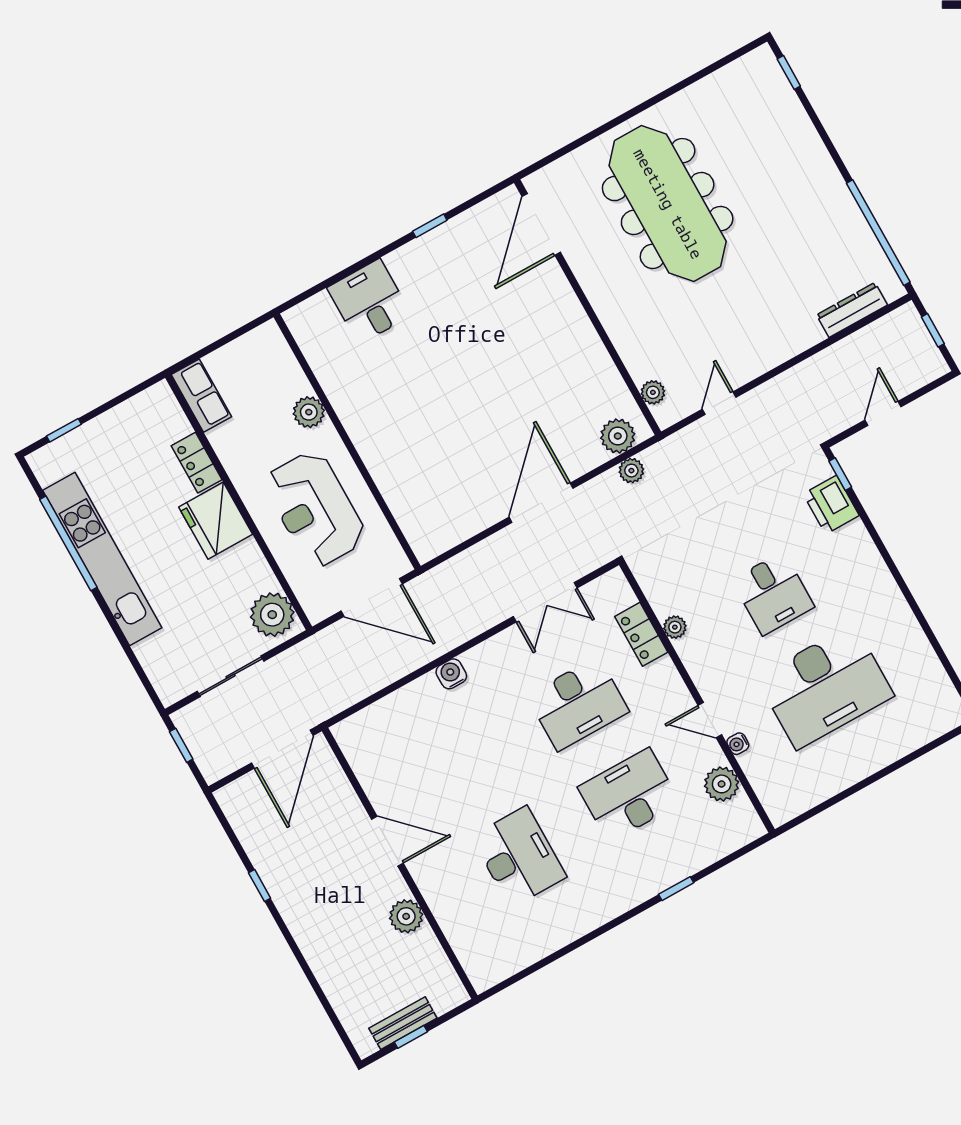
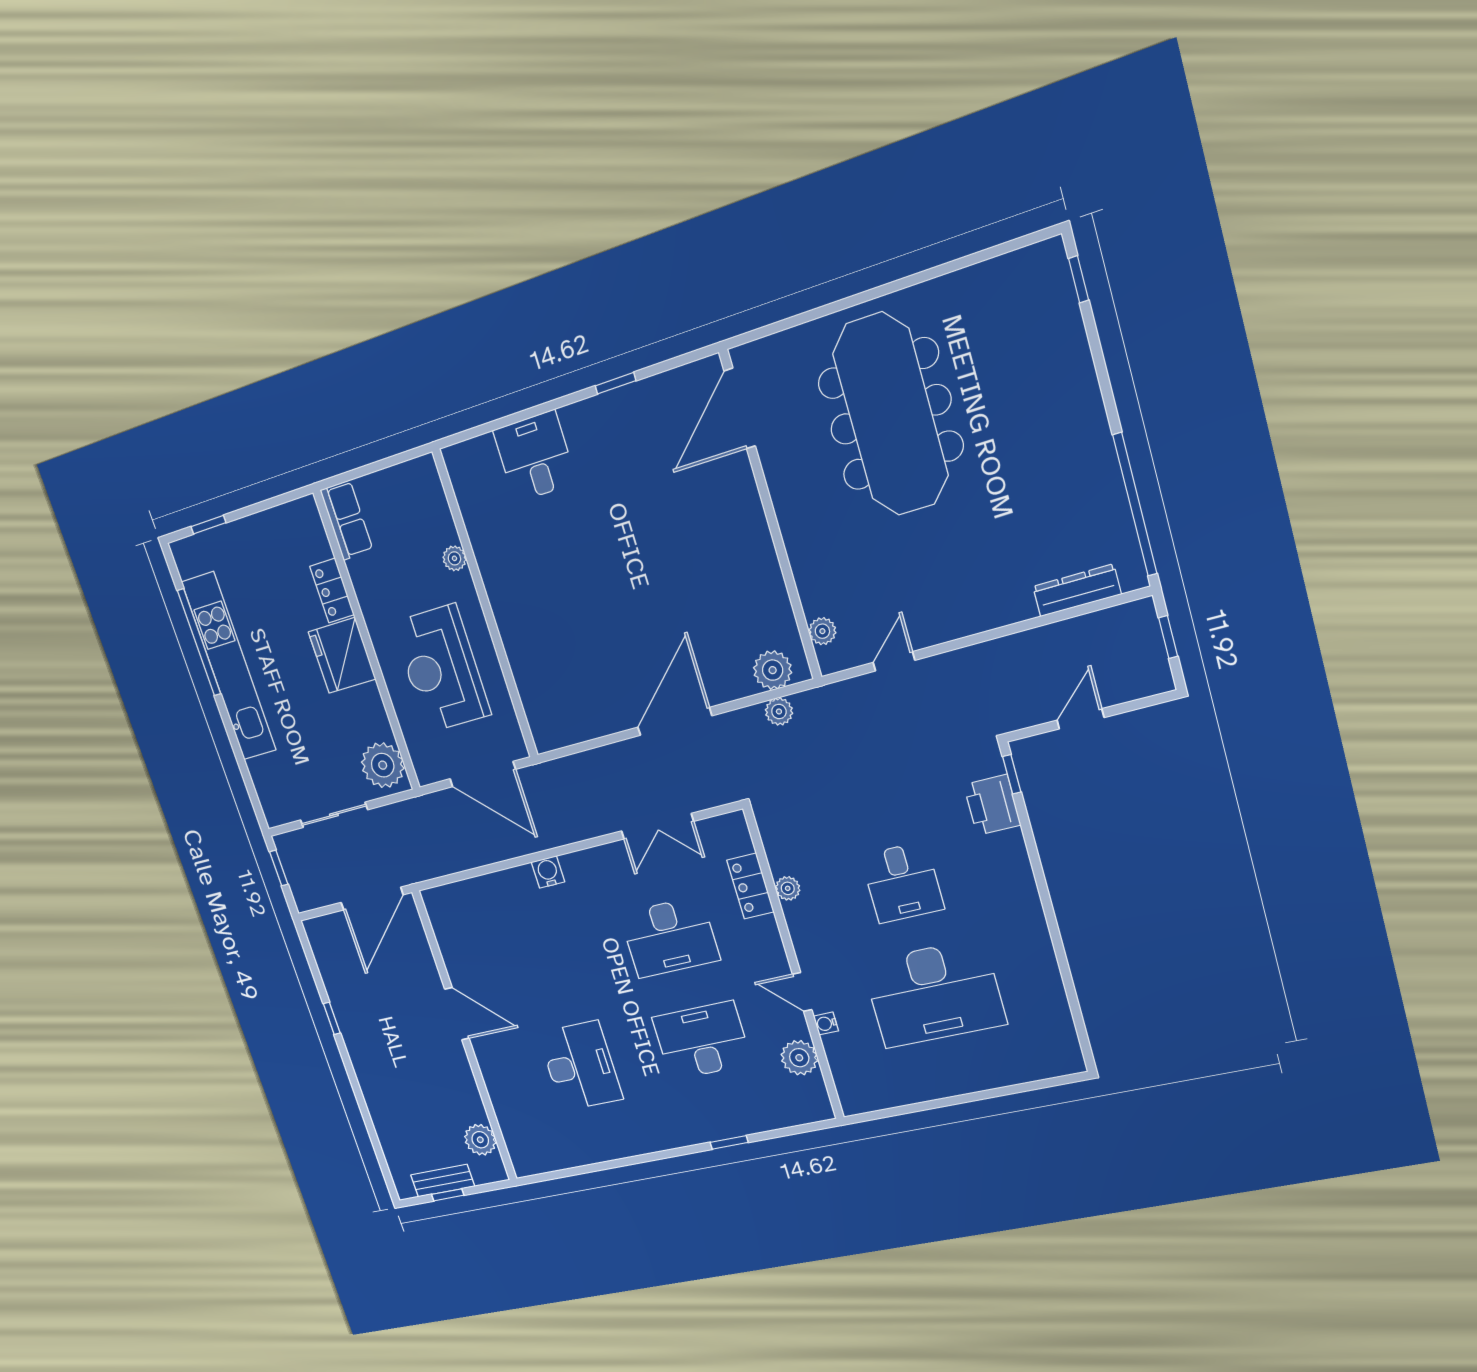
plant: (309, 412) -> (454, 558), width x0.73, depth x0.73
plant: (406, 916) -> (480, 1140), moved

